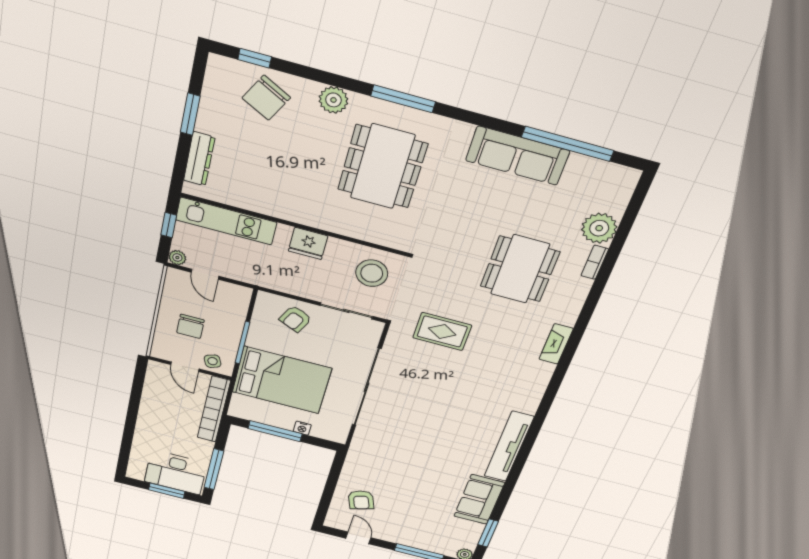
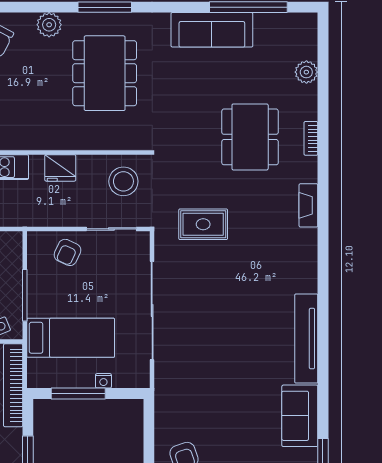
plant: (599, 228) -> (306, 72), width x0.73, depth x0.73
bookcase: (595, 262) -> (311, 138), moved
bed: (282, 380) -> (71, 338), width x0.67

